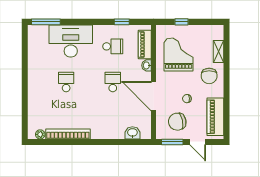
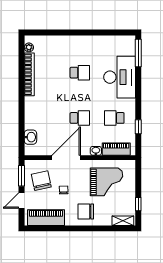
window: (182, 22) -> (138, 204), moved
school desk: (113, 46) -> (114, 118), turned 90
shelving: (218, 52) -> (123, 221), moved

